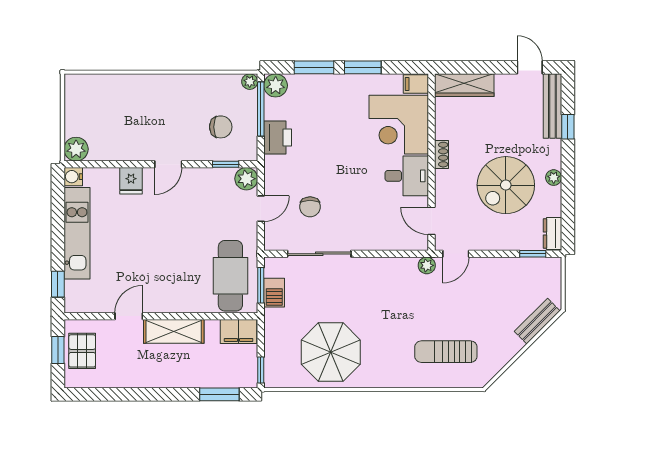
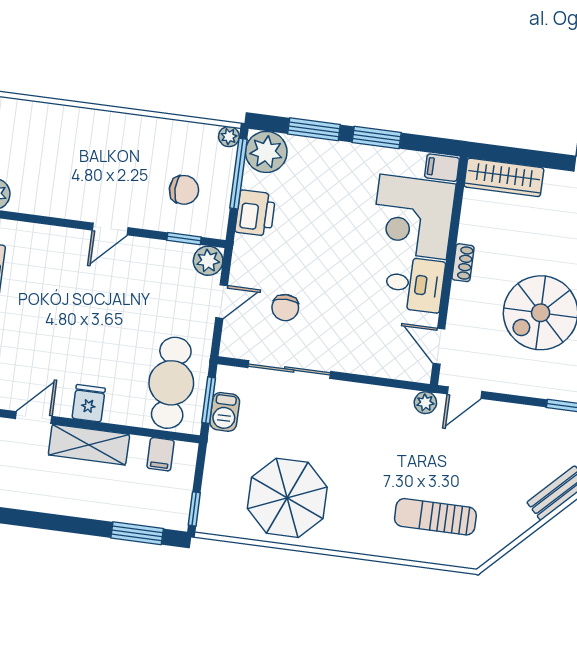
plant: (276, 85) -> (266, 152), width x1.36, depth x1.36
fridge: (131, 181) -> (89, 403), moved, turned 180
filing cabinet: (239, 331) -> (161, 454), width x0.50

